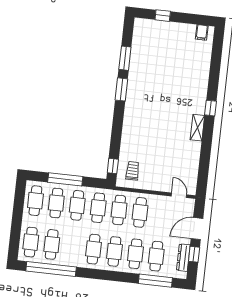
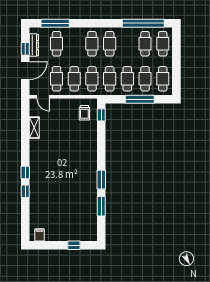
window: (213, 86) -> (25, 191), added
shelving: (197, 128) -> (34, 128), moved
cafe table: (135, 254) -> (57, 79), moved

